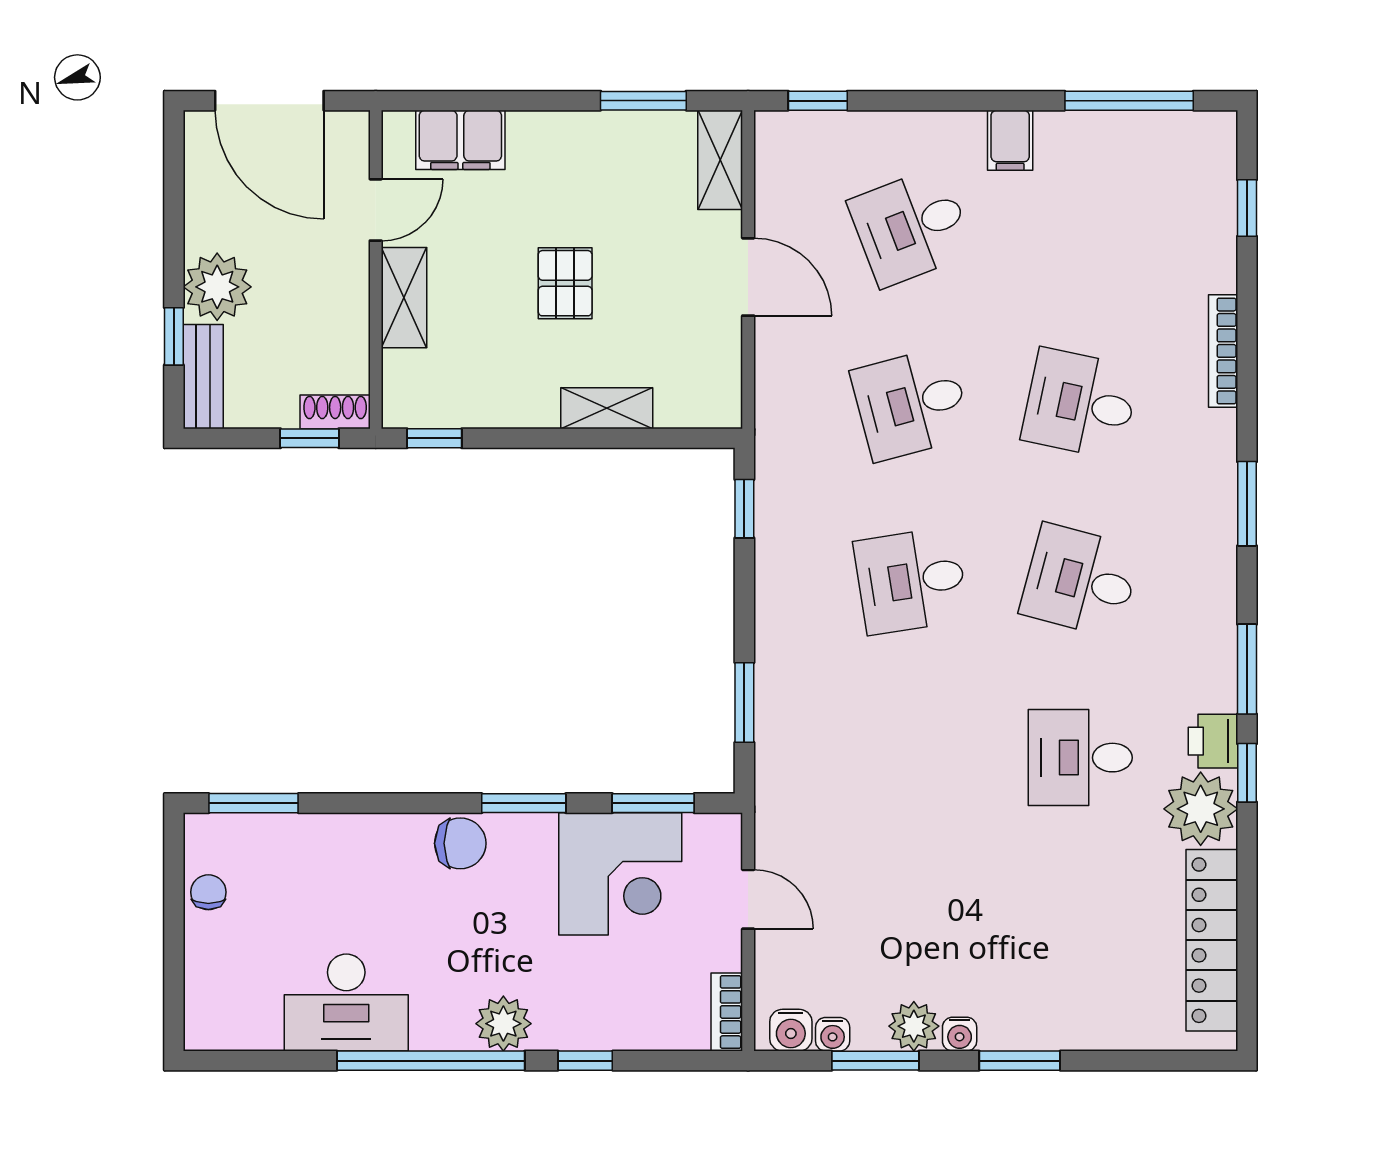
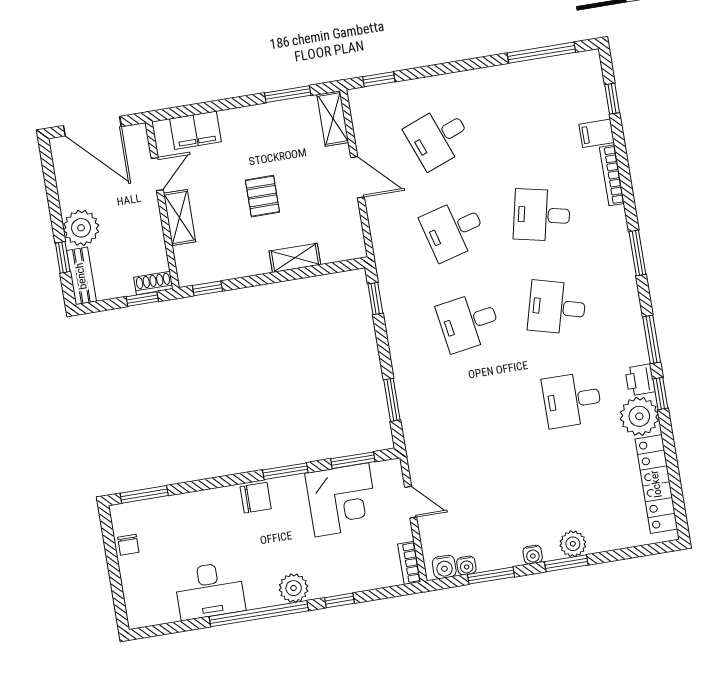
filing cabinet: (1010, 140) -> (597, 133), moved, turned 90
chair: (208, 892) -> (128, 545), turned 180
plant: (914, 1026) -> (573, 544), moved

